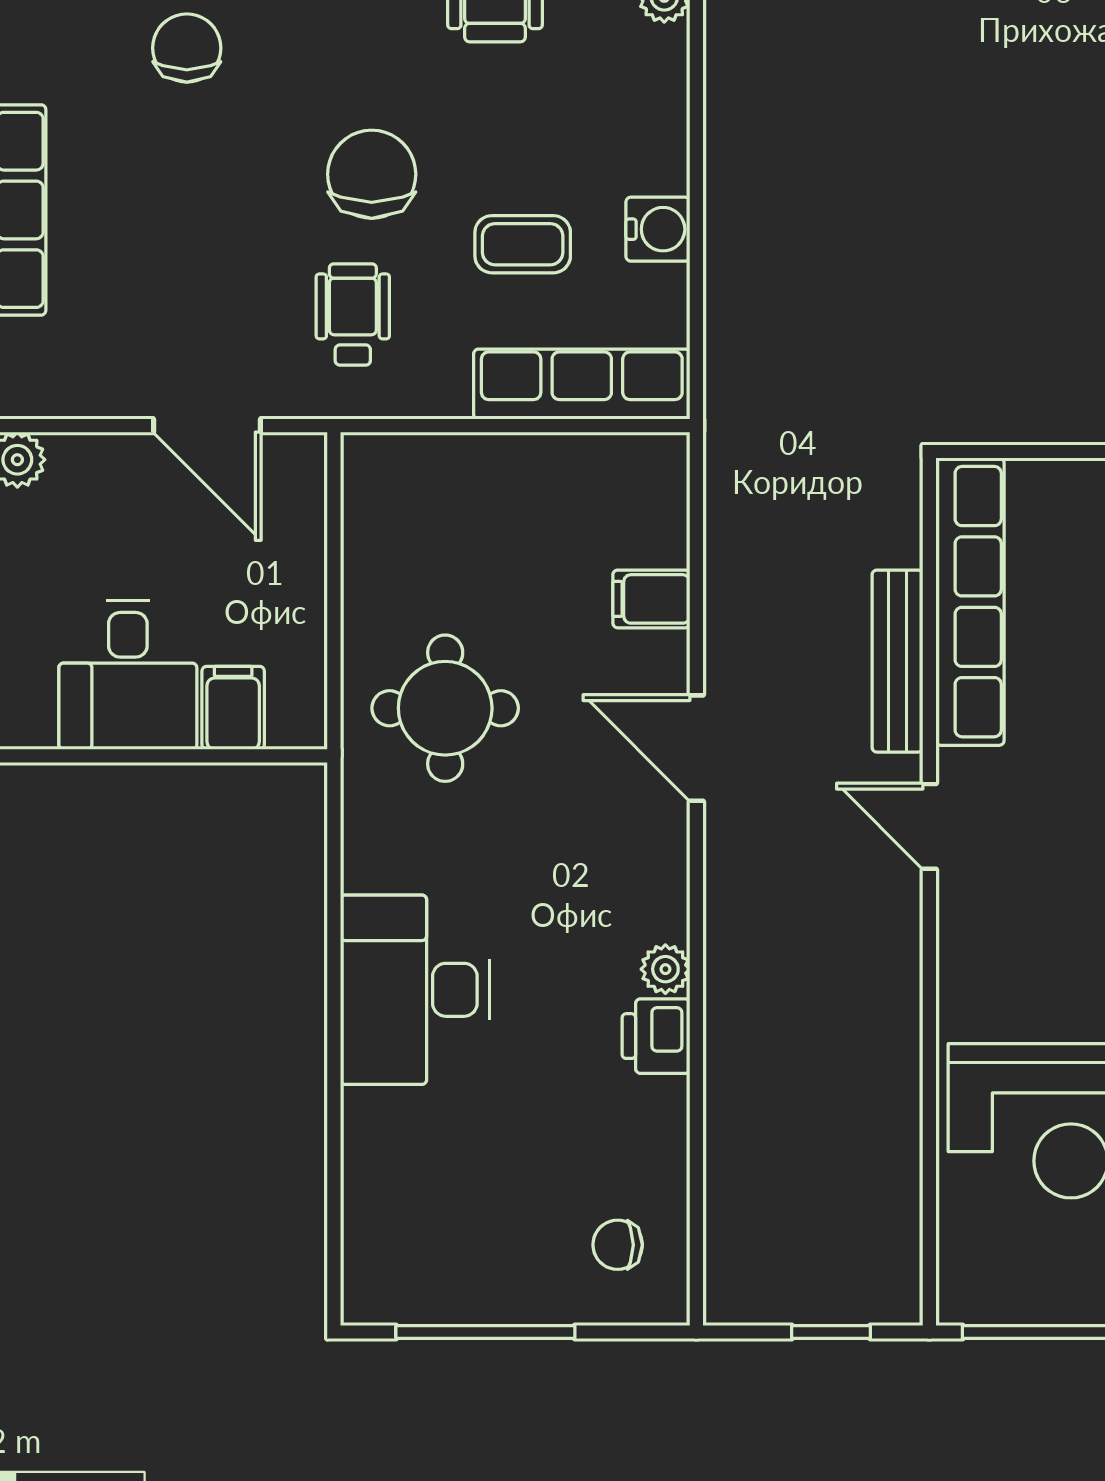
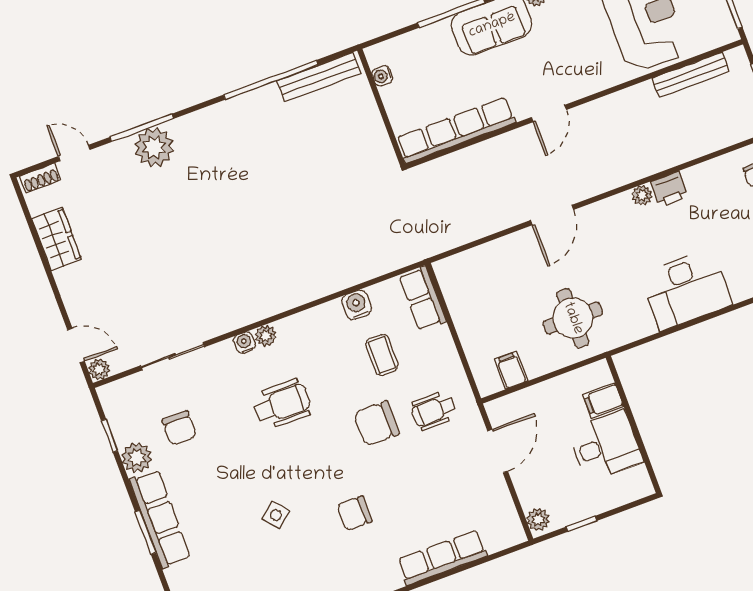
row of seats: (582, 384) -> (423, 298), width x0.68
filing cabinet: (651, 599) -> (511, 370), moved, turned 180
bench: (898, 661) -> (690, 75), moved

